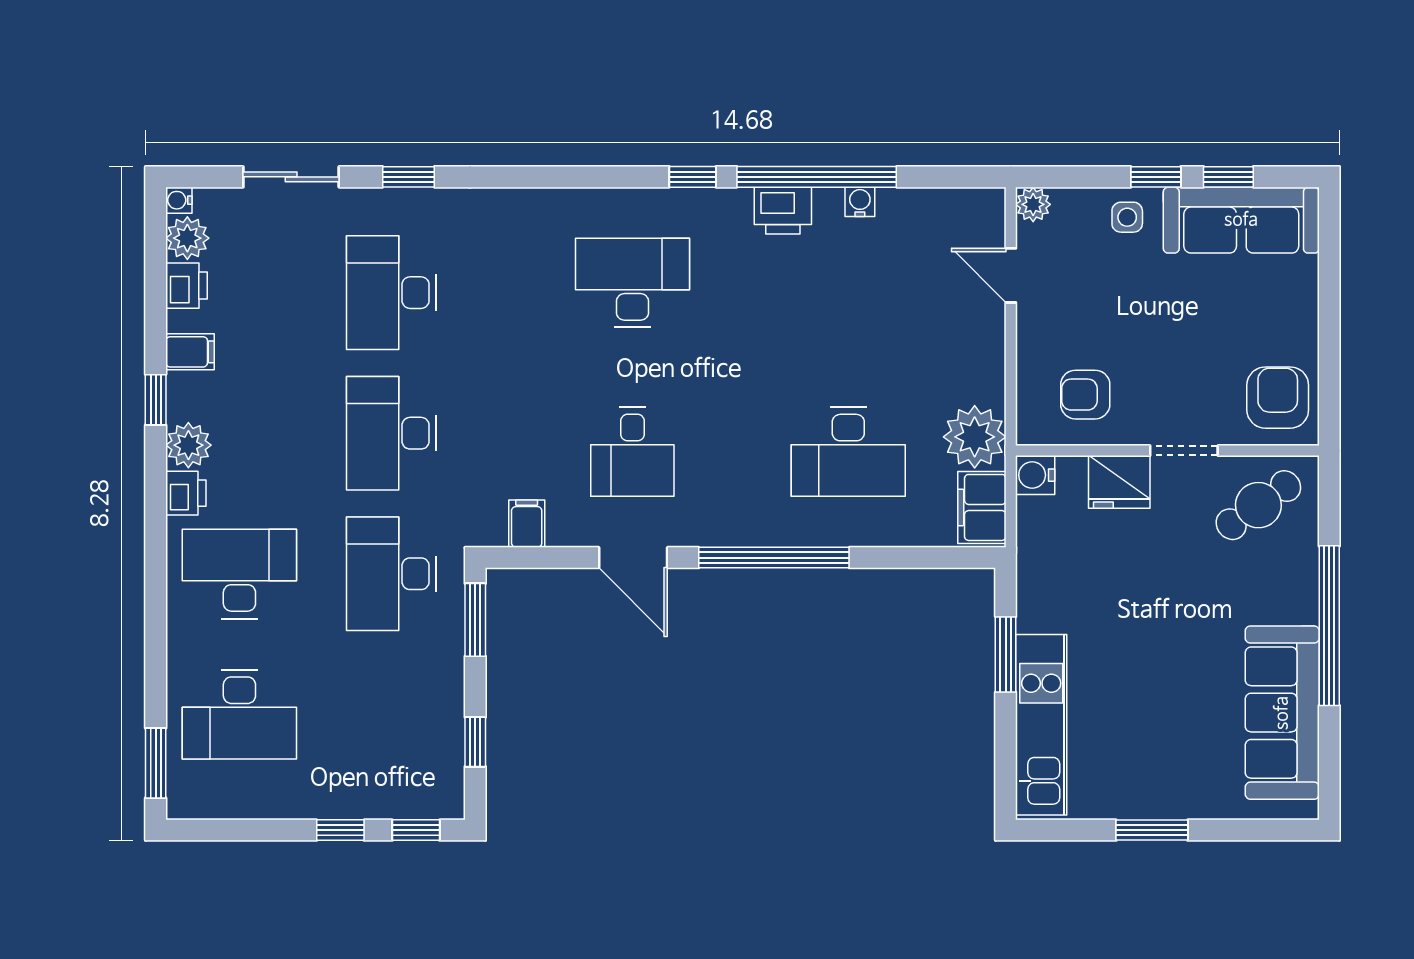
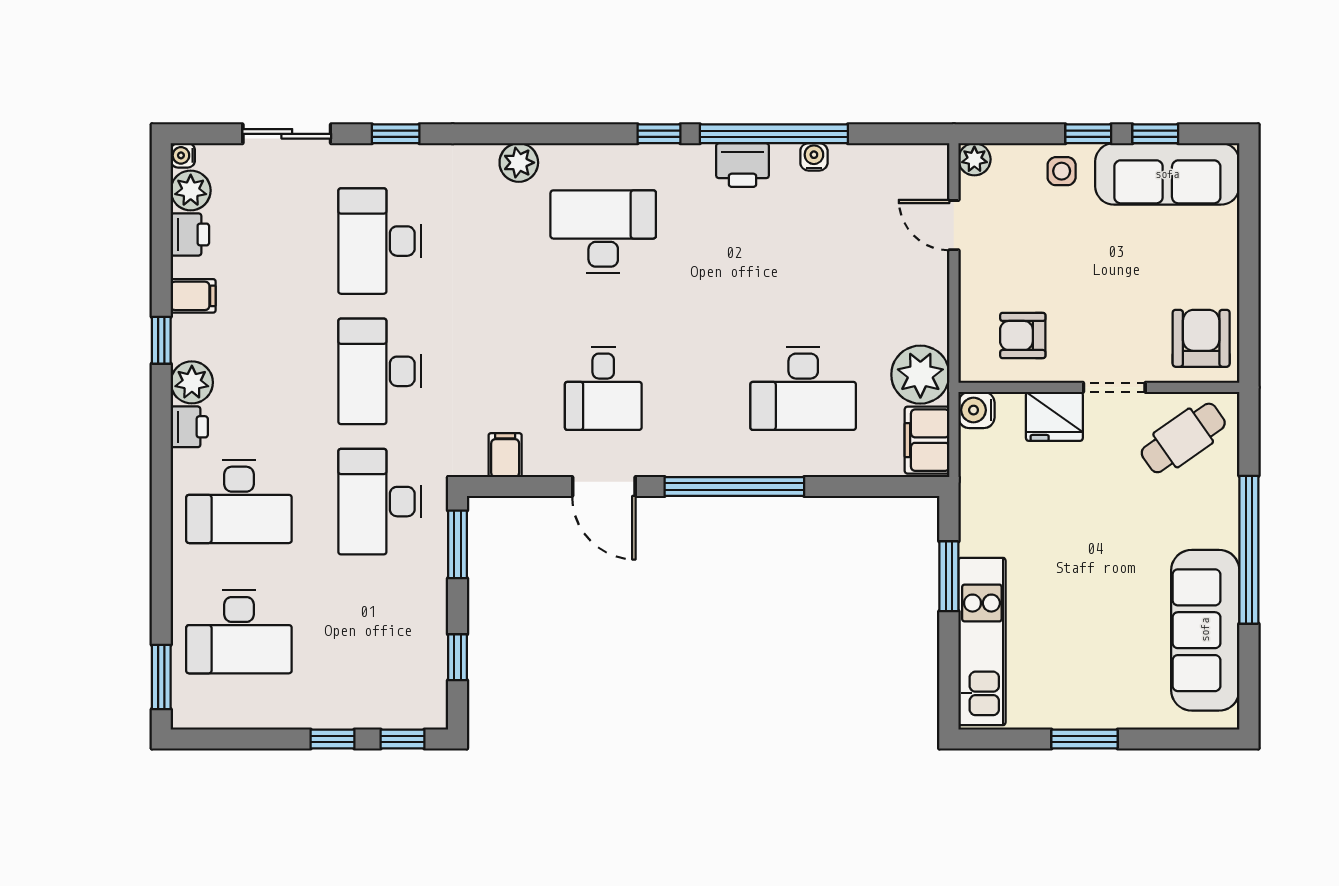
plant: (541, 208) -> (519, 163), added
desk: (239, 574) -> (239, 502), turned 180

